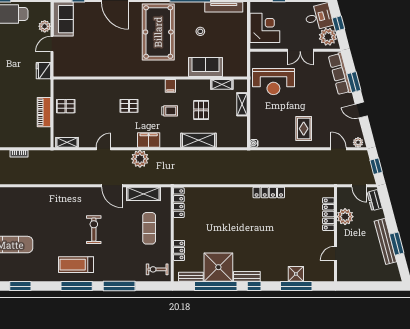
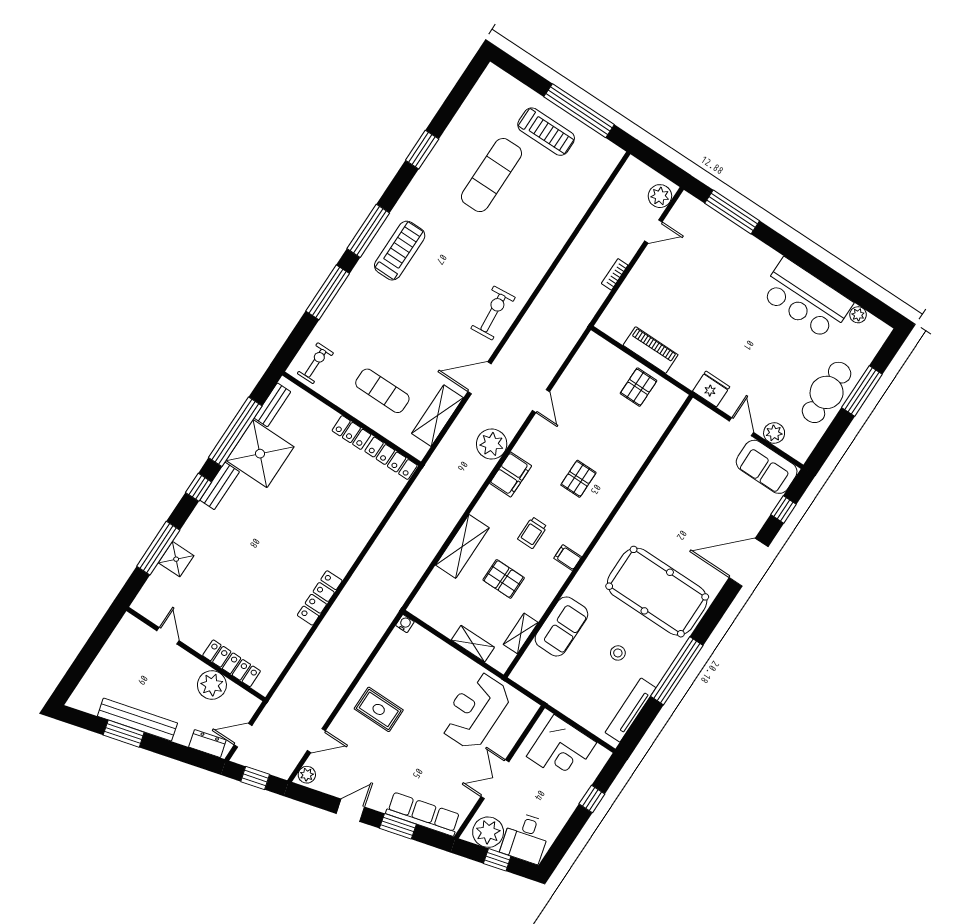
shelving: (67, 142) -> (585, 354), removed
exercise bike: (94, 230) -> (493, 313), moved, turned -95
locker: (179, 250) -> (351, 433), moved

